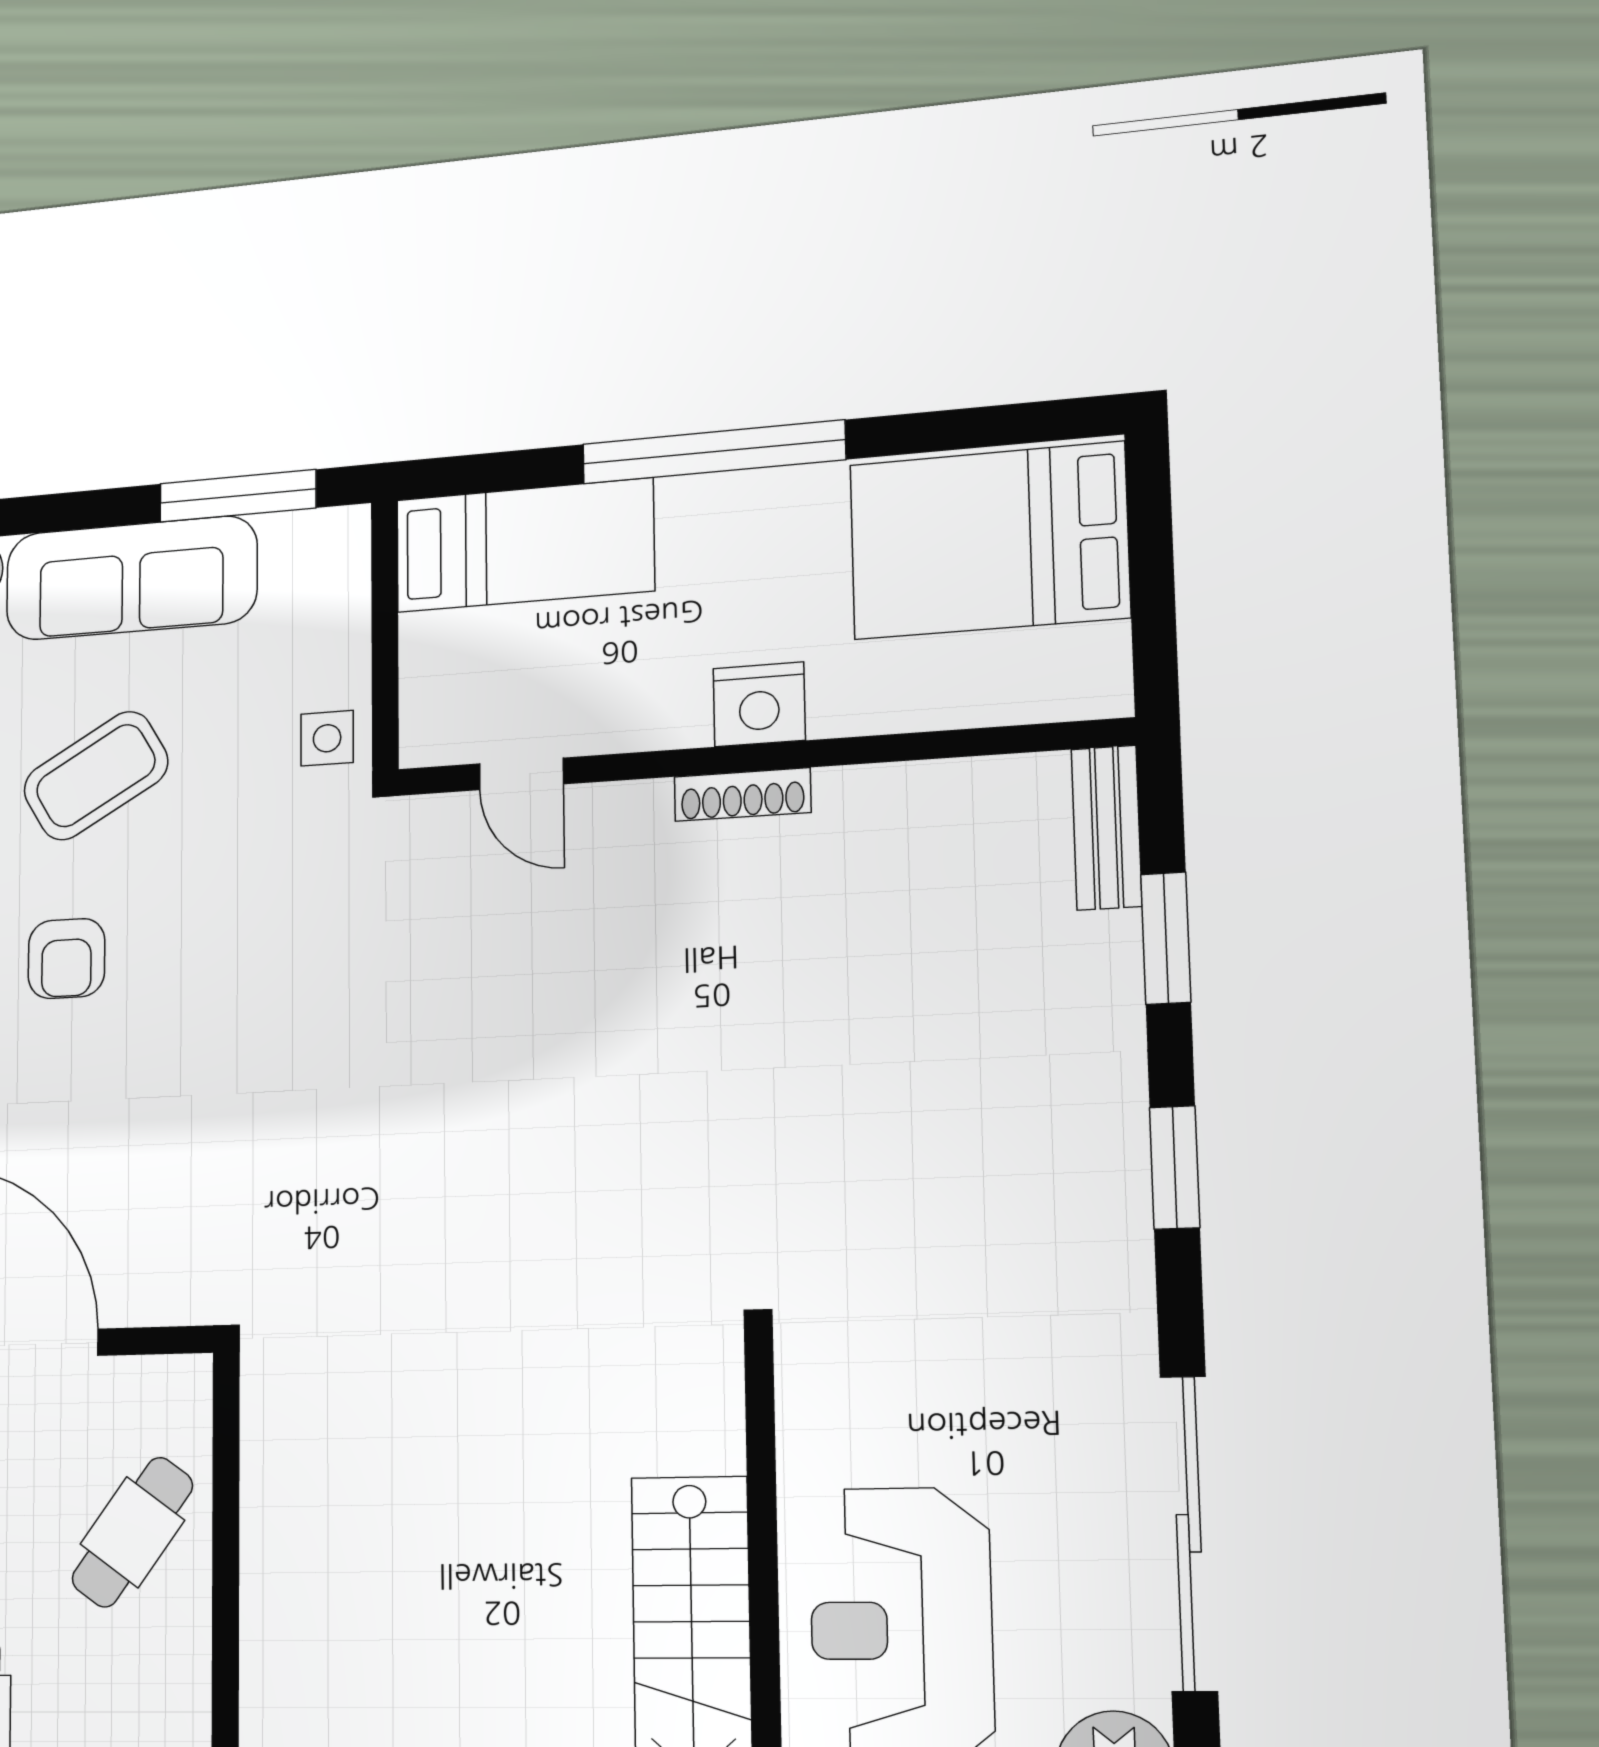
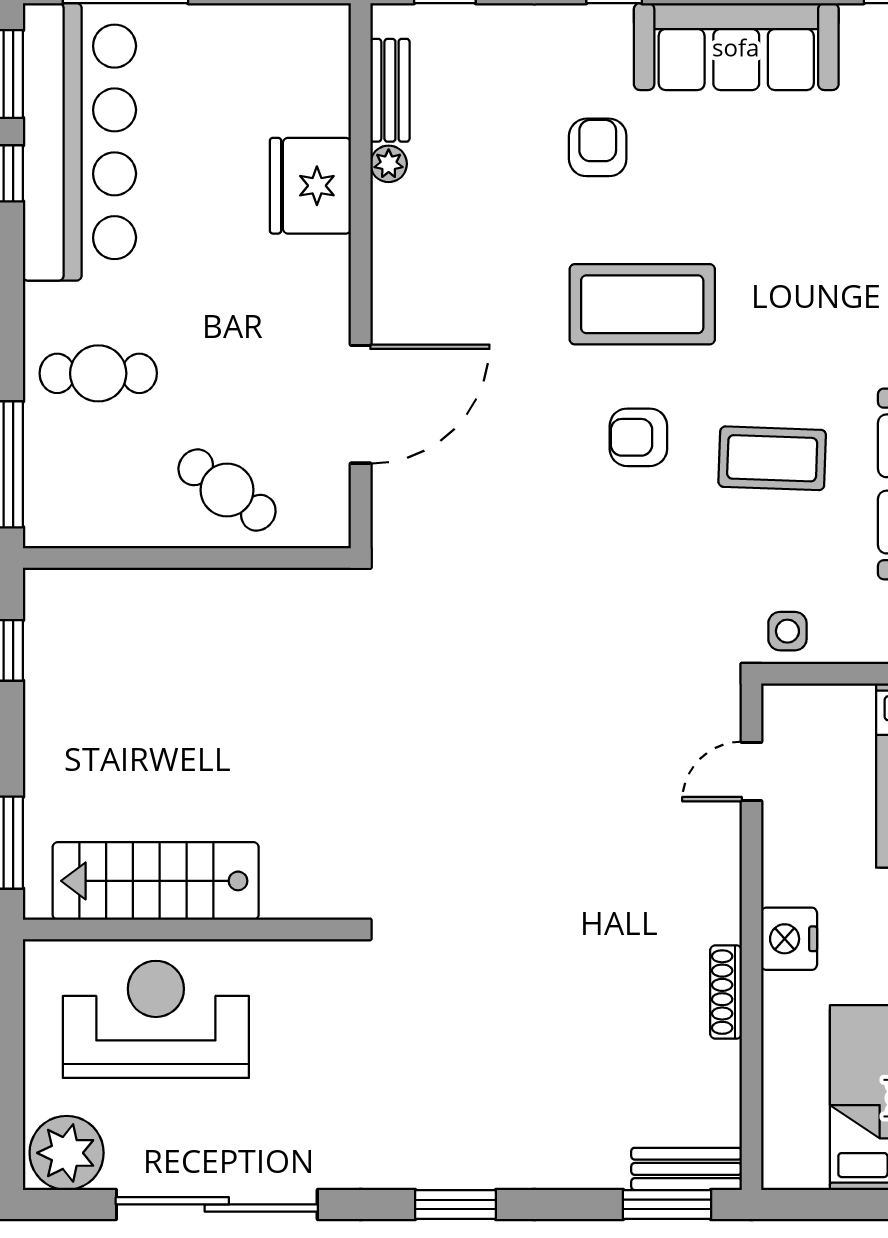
coffee table: (96, 776) -> (772, 458), turned -58
shoe rack: (743, 795) -> (726, 992), moved
window: (1166, 938) -> (667, 1204), moved

